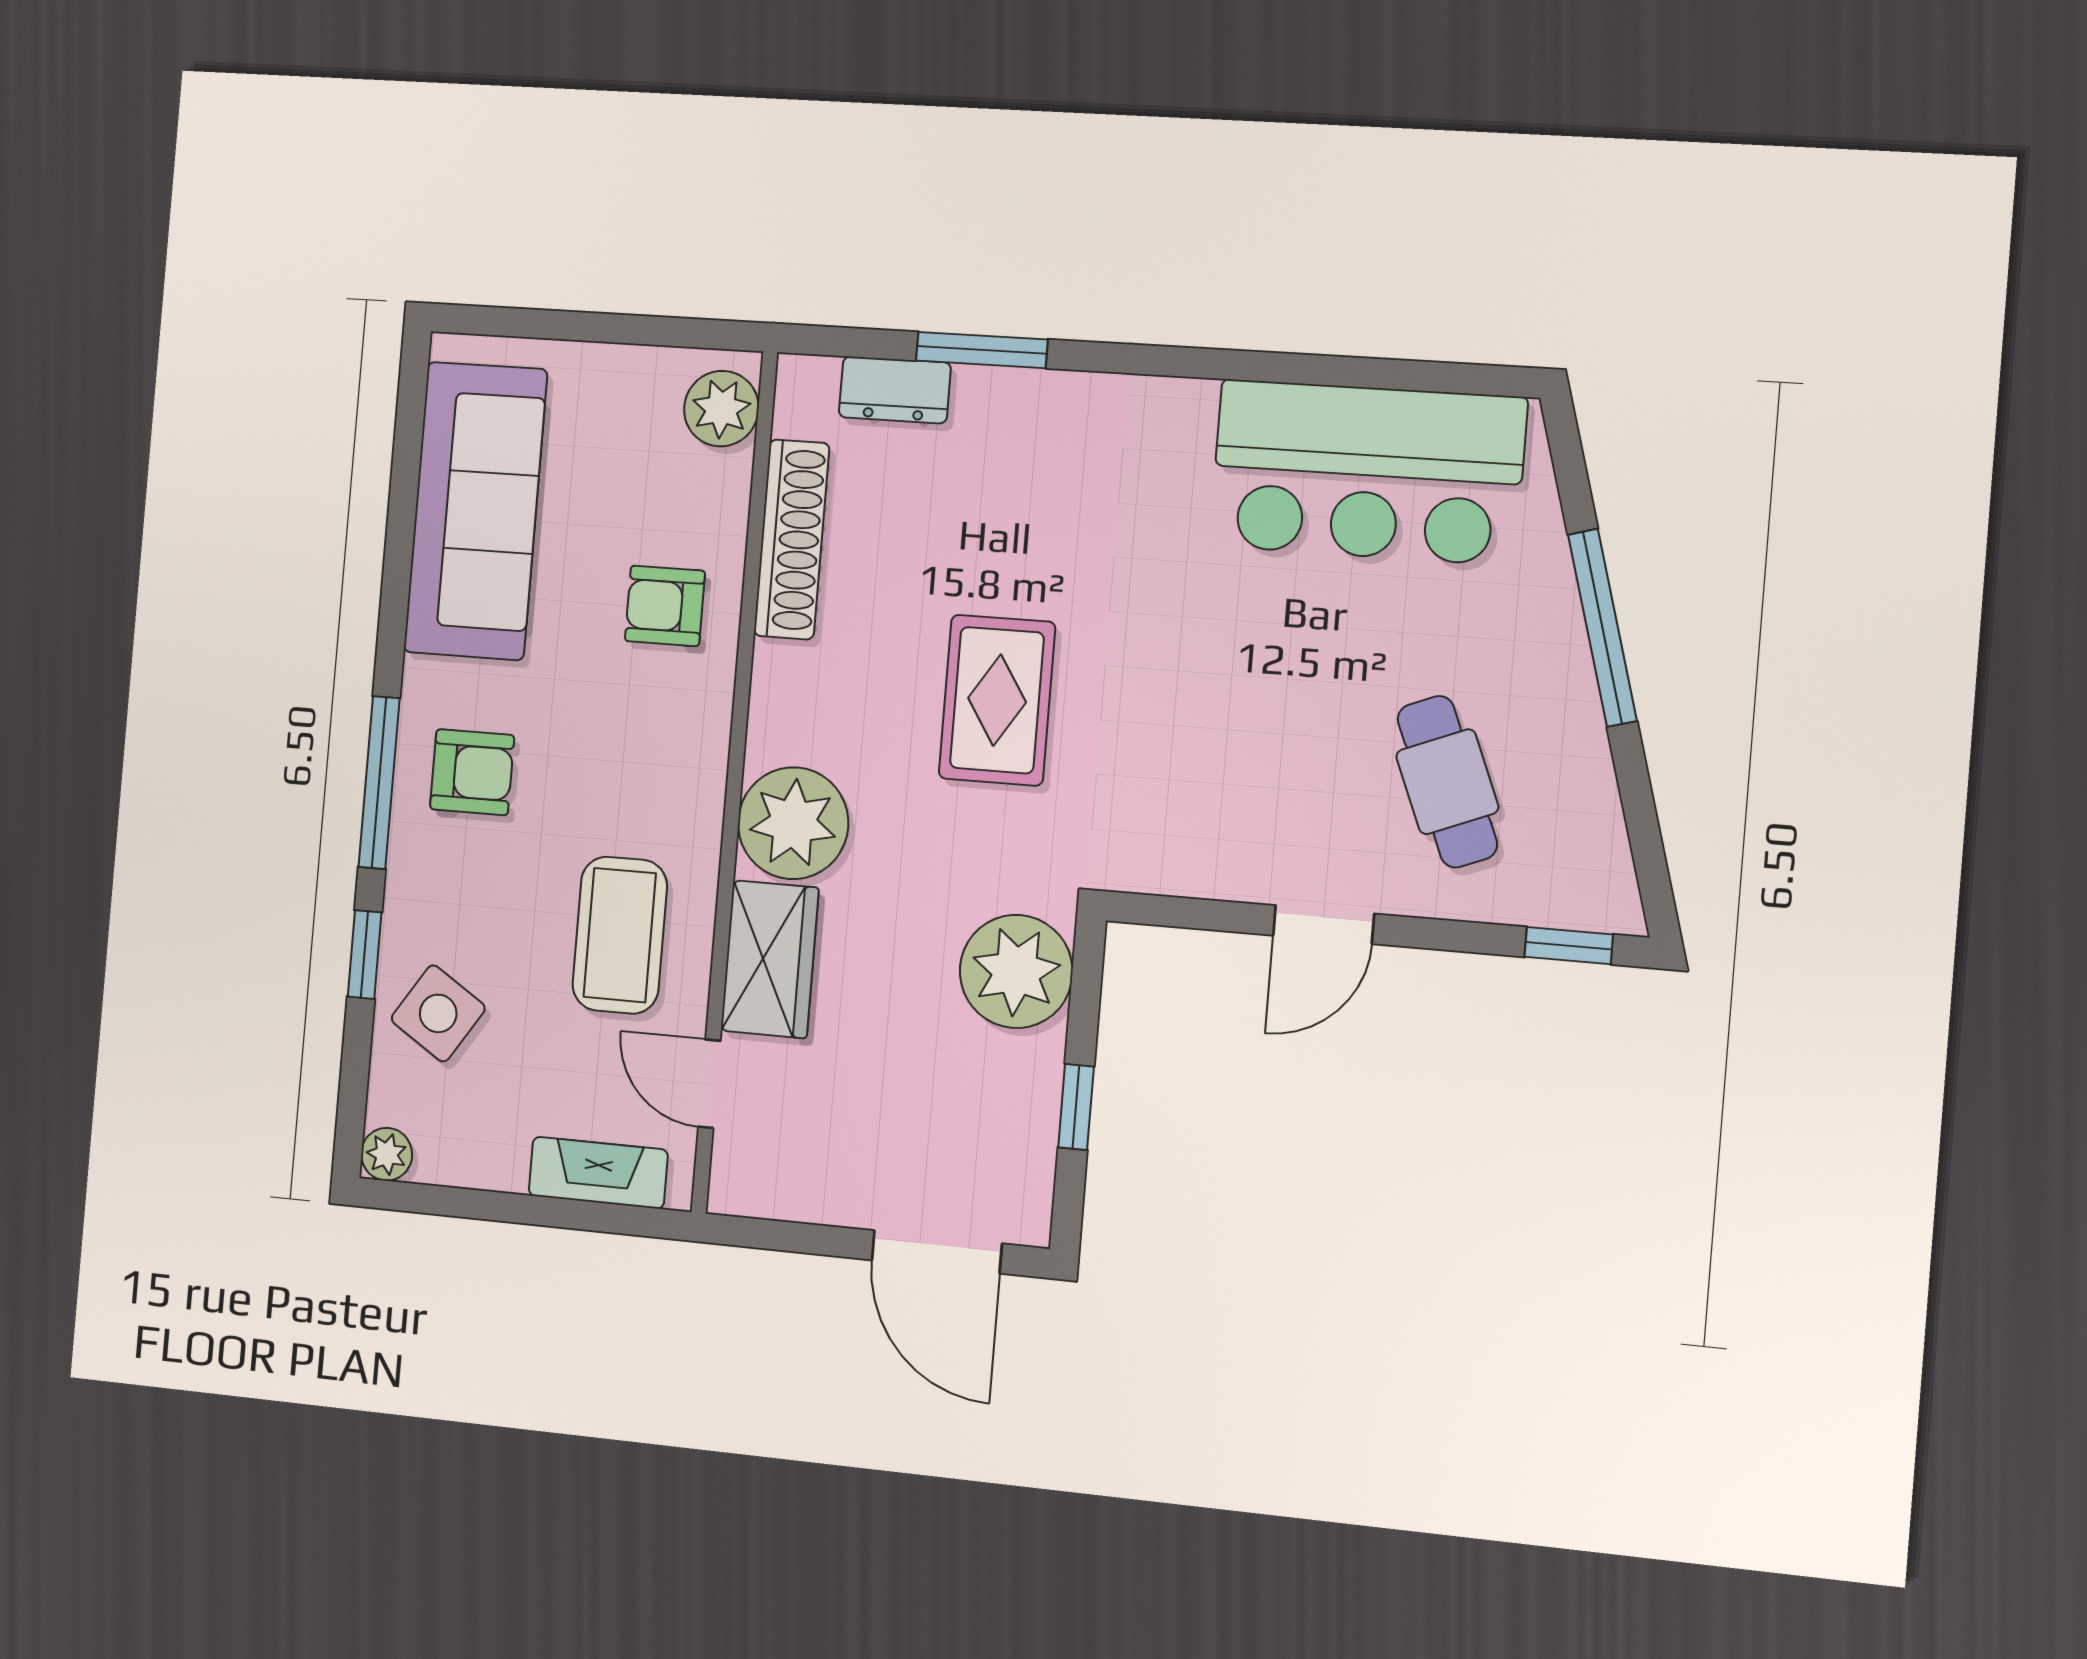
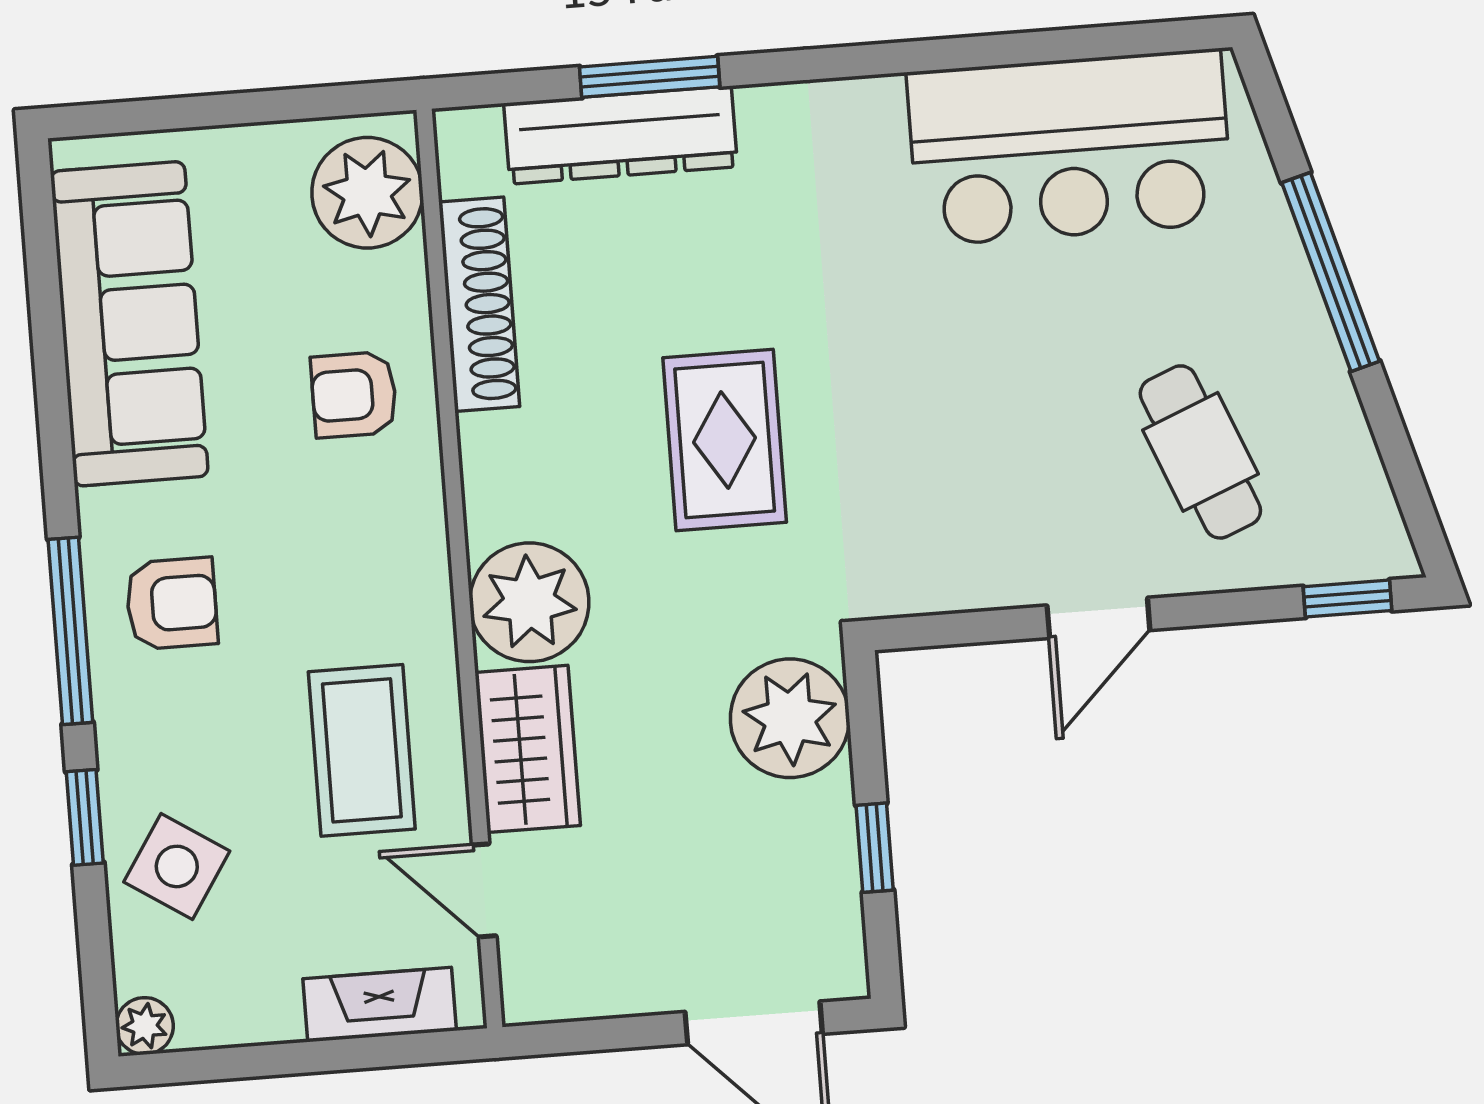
dresser: (895, 390) -> (621, 135), width x1.96, depth x1.24
plant: (721, 409) -> (367, 193), width x1.36, depth x1.36

